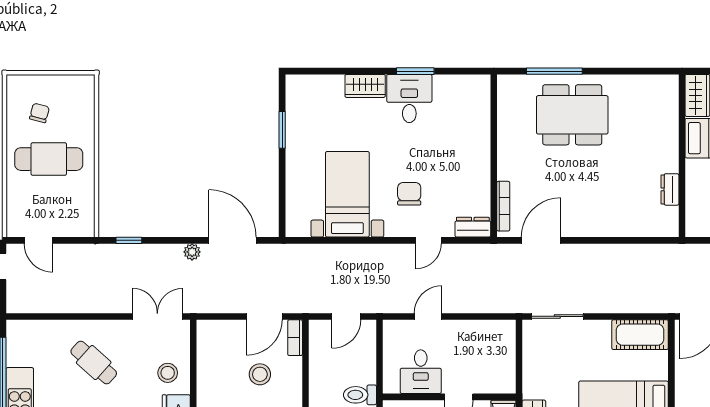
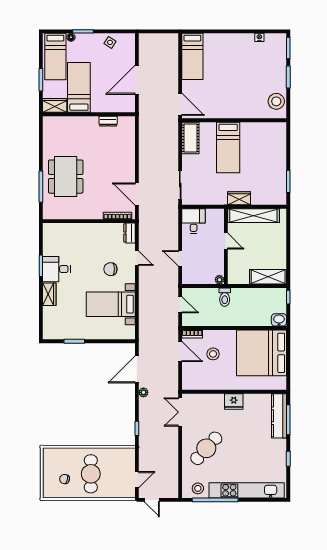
cafe table: (94, 363) -> (206, 448), width x1.37, depth x1.35
desk: (421, 372) -> (194, 221), moved, turned -90
stool: (168, 373) -> (198, 488), moved
plant: (391, 386) -> (219, 280), added

